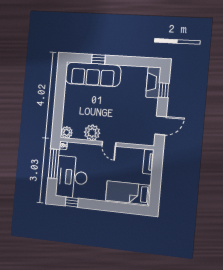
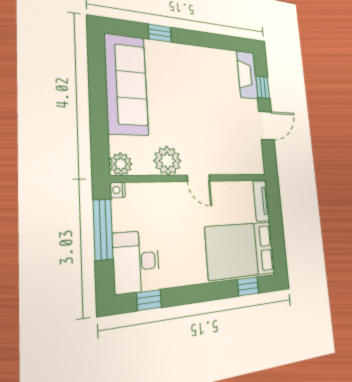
sofa: (93, 74) -> (126, 84), moved, turned -90
door: (161, 125) -> (266, 126), moved
desk: (72, 177) -> (136, 262), width x0.73, depth x0.77
bed: (128, 193) -> (241, 250), width x1.50
window: (130, 209) -> (248, 286), added

